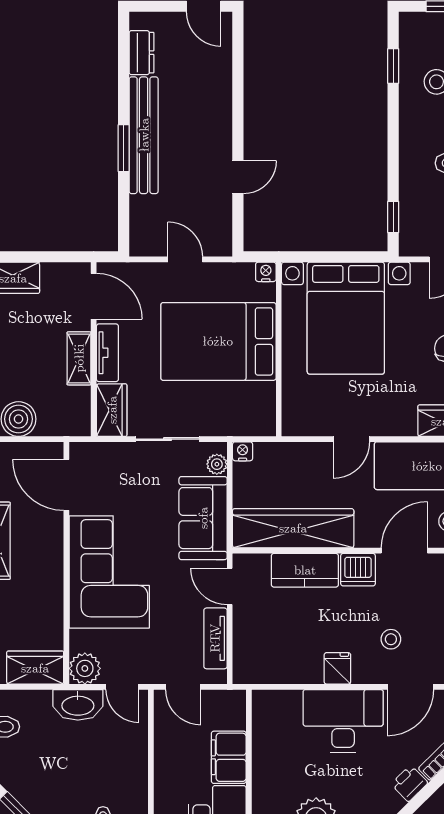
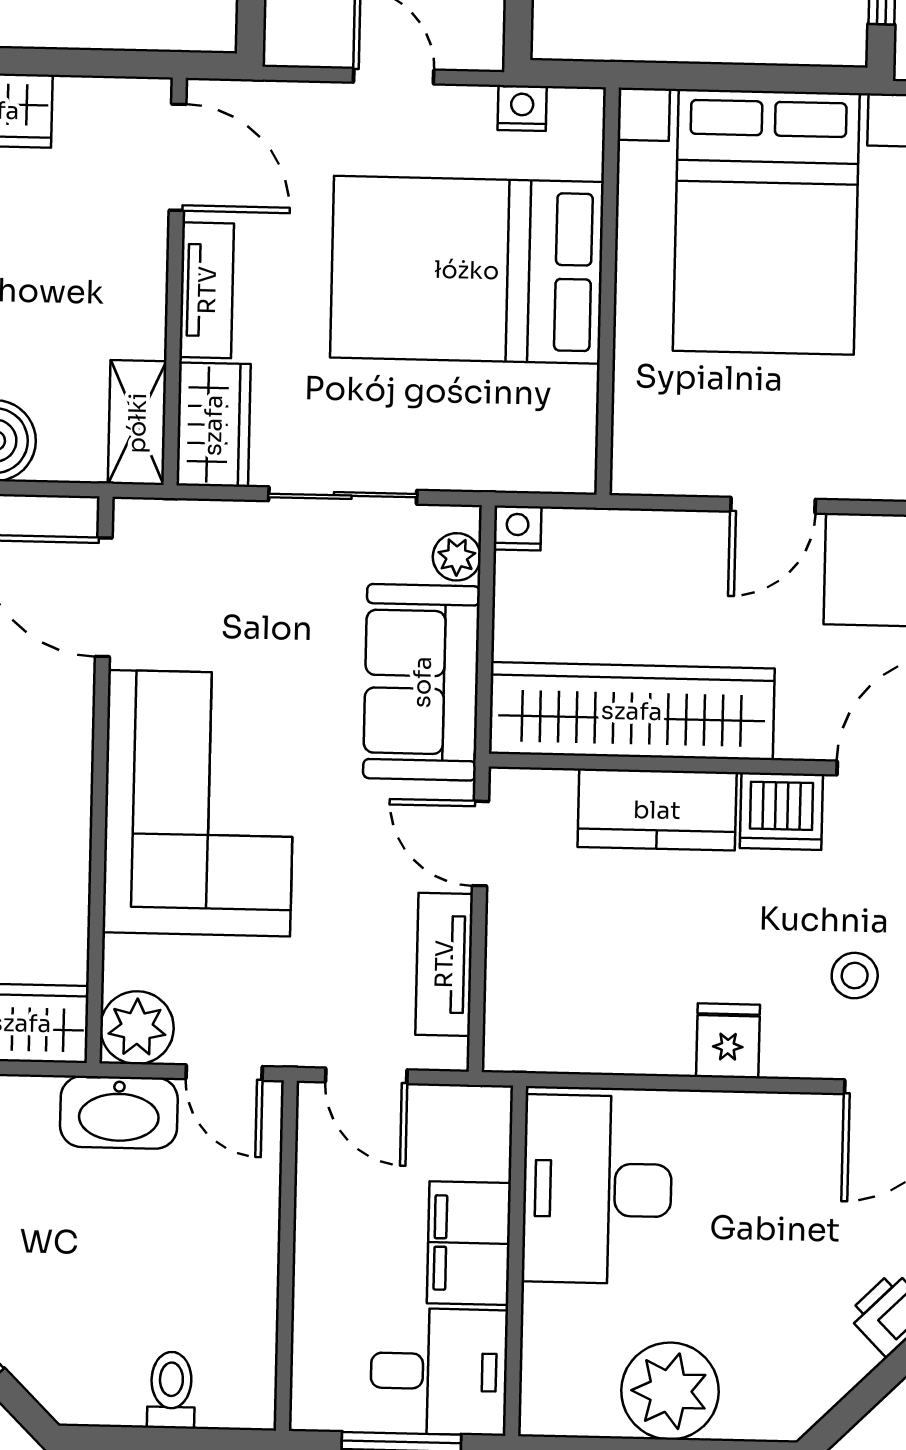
nightstand: (266, 272) -> (522, 108), moved
shelving: (79, 358) -> (137, 423), moved
desk: (343, 721) -> (597, 1189), moved, turned -90

